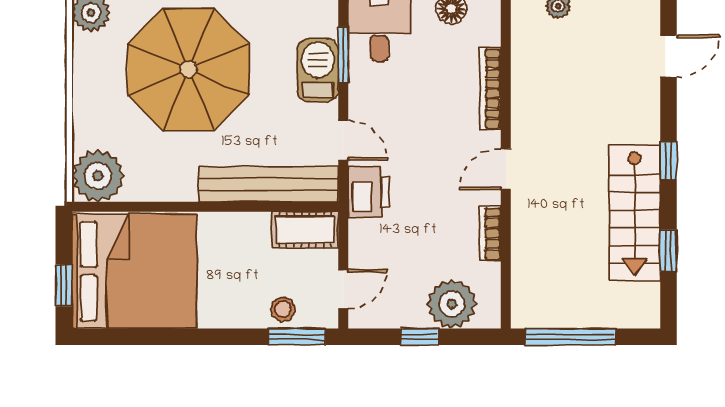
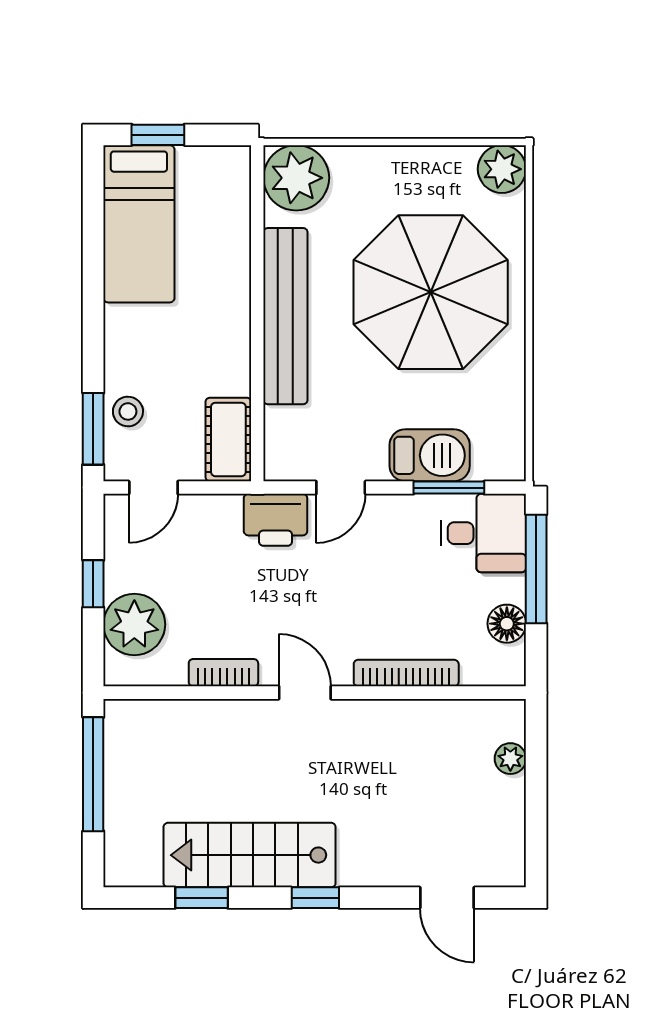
bench: (268, 184) -> (285, 316), moved
bed: (134, 271) -> (139, 224), width x0.49
door: (343, 289) -> (153, 488), hinge flipped

